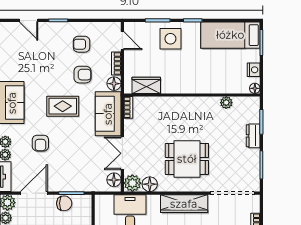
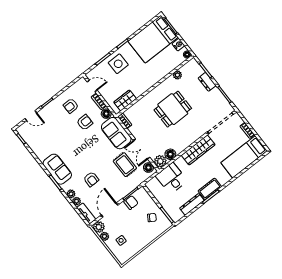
bed: (230, 35) -> (153, 39), width x1.50
rug: (63, 106) -> (125, 165), moved, turned 90
dining table: (187, 159) -> (173, 109), moved

